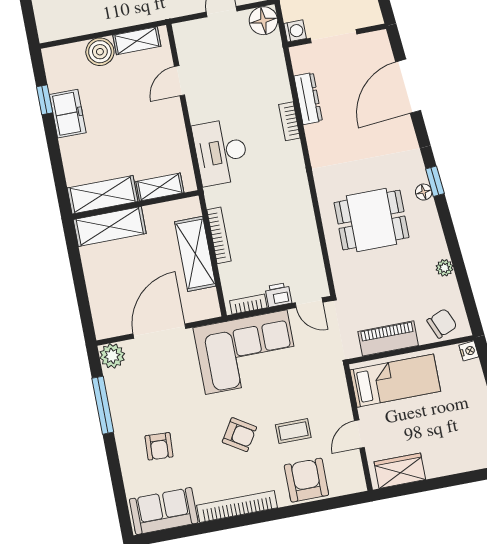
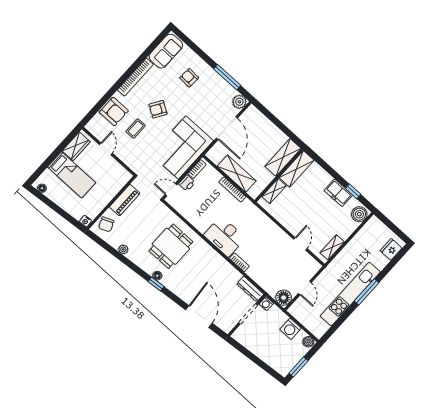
boiler: (100, 52) -> (359, 214), moved
dresser: (308, 99) -> (250, 289), moved
desk: (221, 152) -> (225, 236), moved, turned 180
bed: (395, 381) -> (72, 175), moved, turned -90

